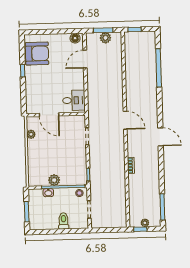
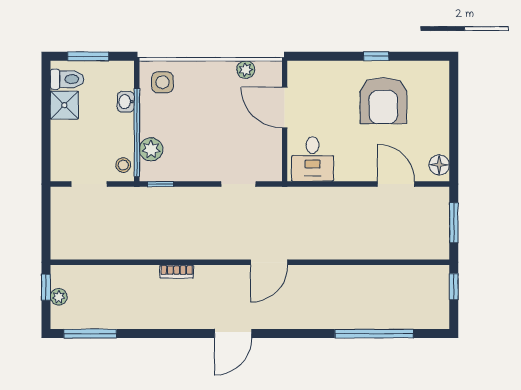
plant: (105, 38) -> (438, 227), removed
armchair: (37, 53) -> (383, 101), moved
door: (49, 115) -> (285, 108), hinge flipped
side table: (38, 175) -> (162, 82), added
plant: (54, 180) -> (151, 149), moved
toilet: (64, 221) -> (67, 79), moved
shower: (51, 223) -> (64, 105), added

